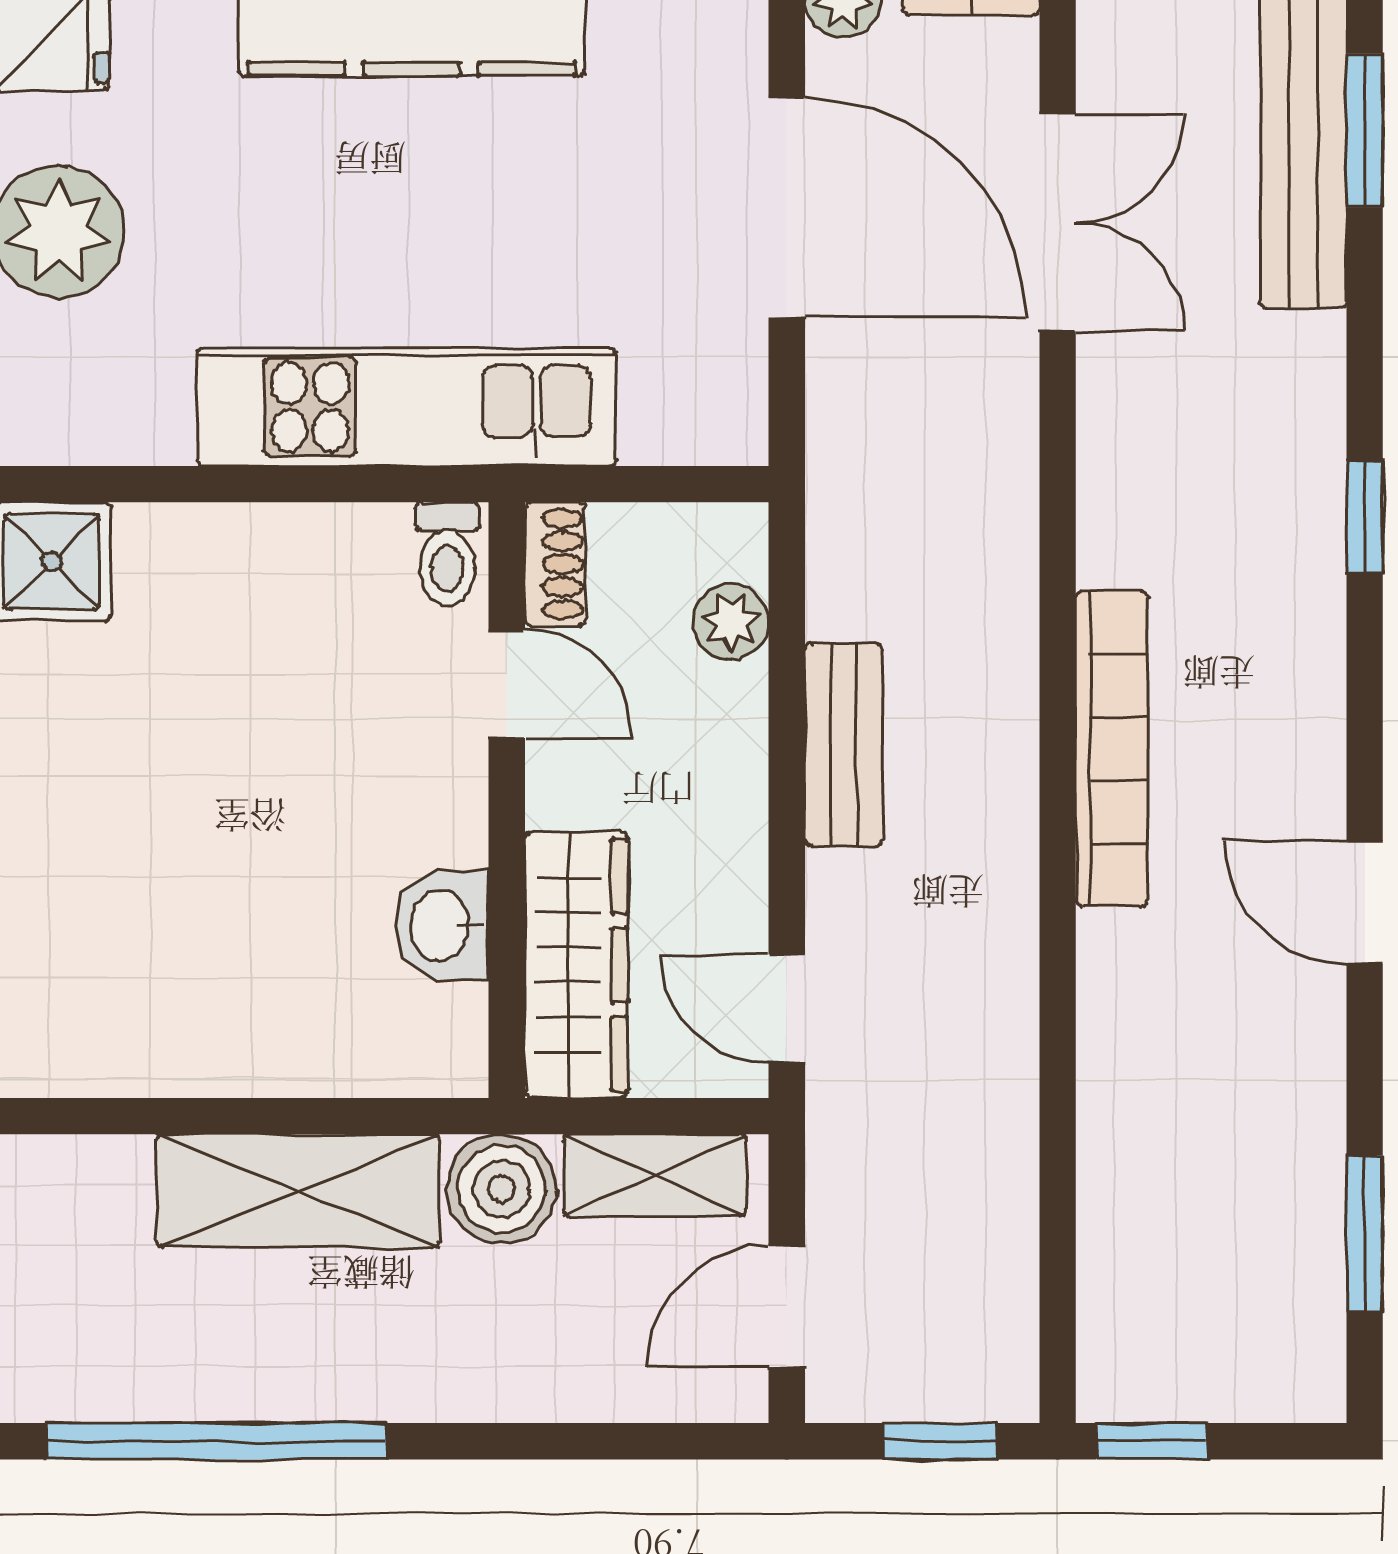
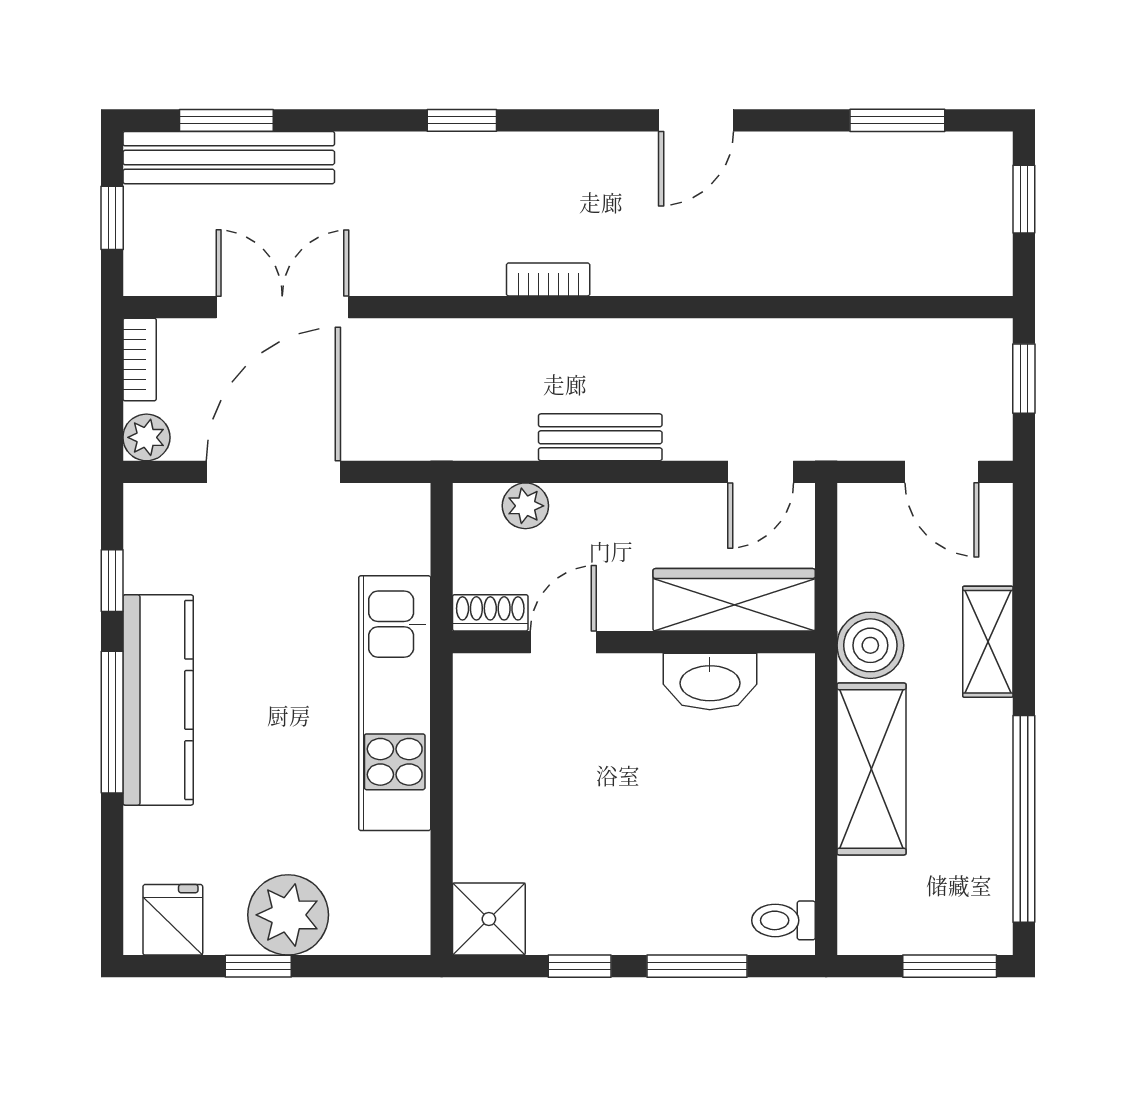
toilet: (447, 554) -> (783, 920), moved, turned 180
bookcase: (1112, 749) -> (548, 279), width x0.43, depth x0.76
washbasin: (442, 925) -> (710, 682), width x1.38
shelving: (655, 1175) -> (988, 642), moved
window: (1151, 1441) -> (1024, 199), moved

